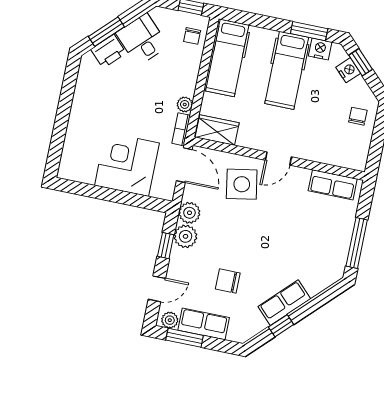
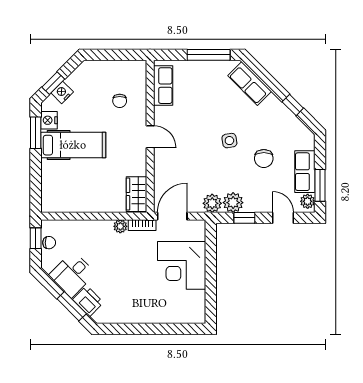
chair: (192, 36) -> (49, 243), moved
hospital bed: (227, 58) -> (73, 198), removed
chair: (358, 116) -> (120, 101), moved, turned -90
side table: (242, 184) -> (229, 141), moved, width x0.54, depth x0.54
row of seats: (284, 303) -> (250, 84), moved

